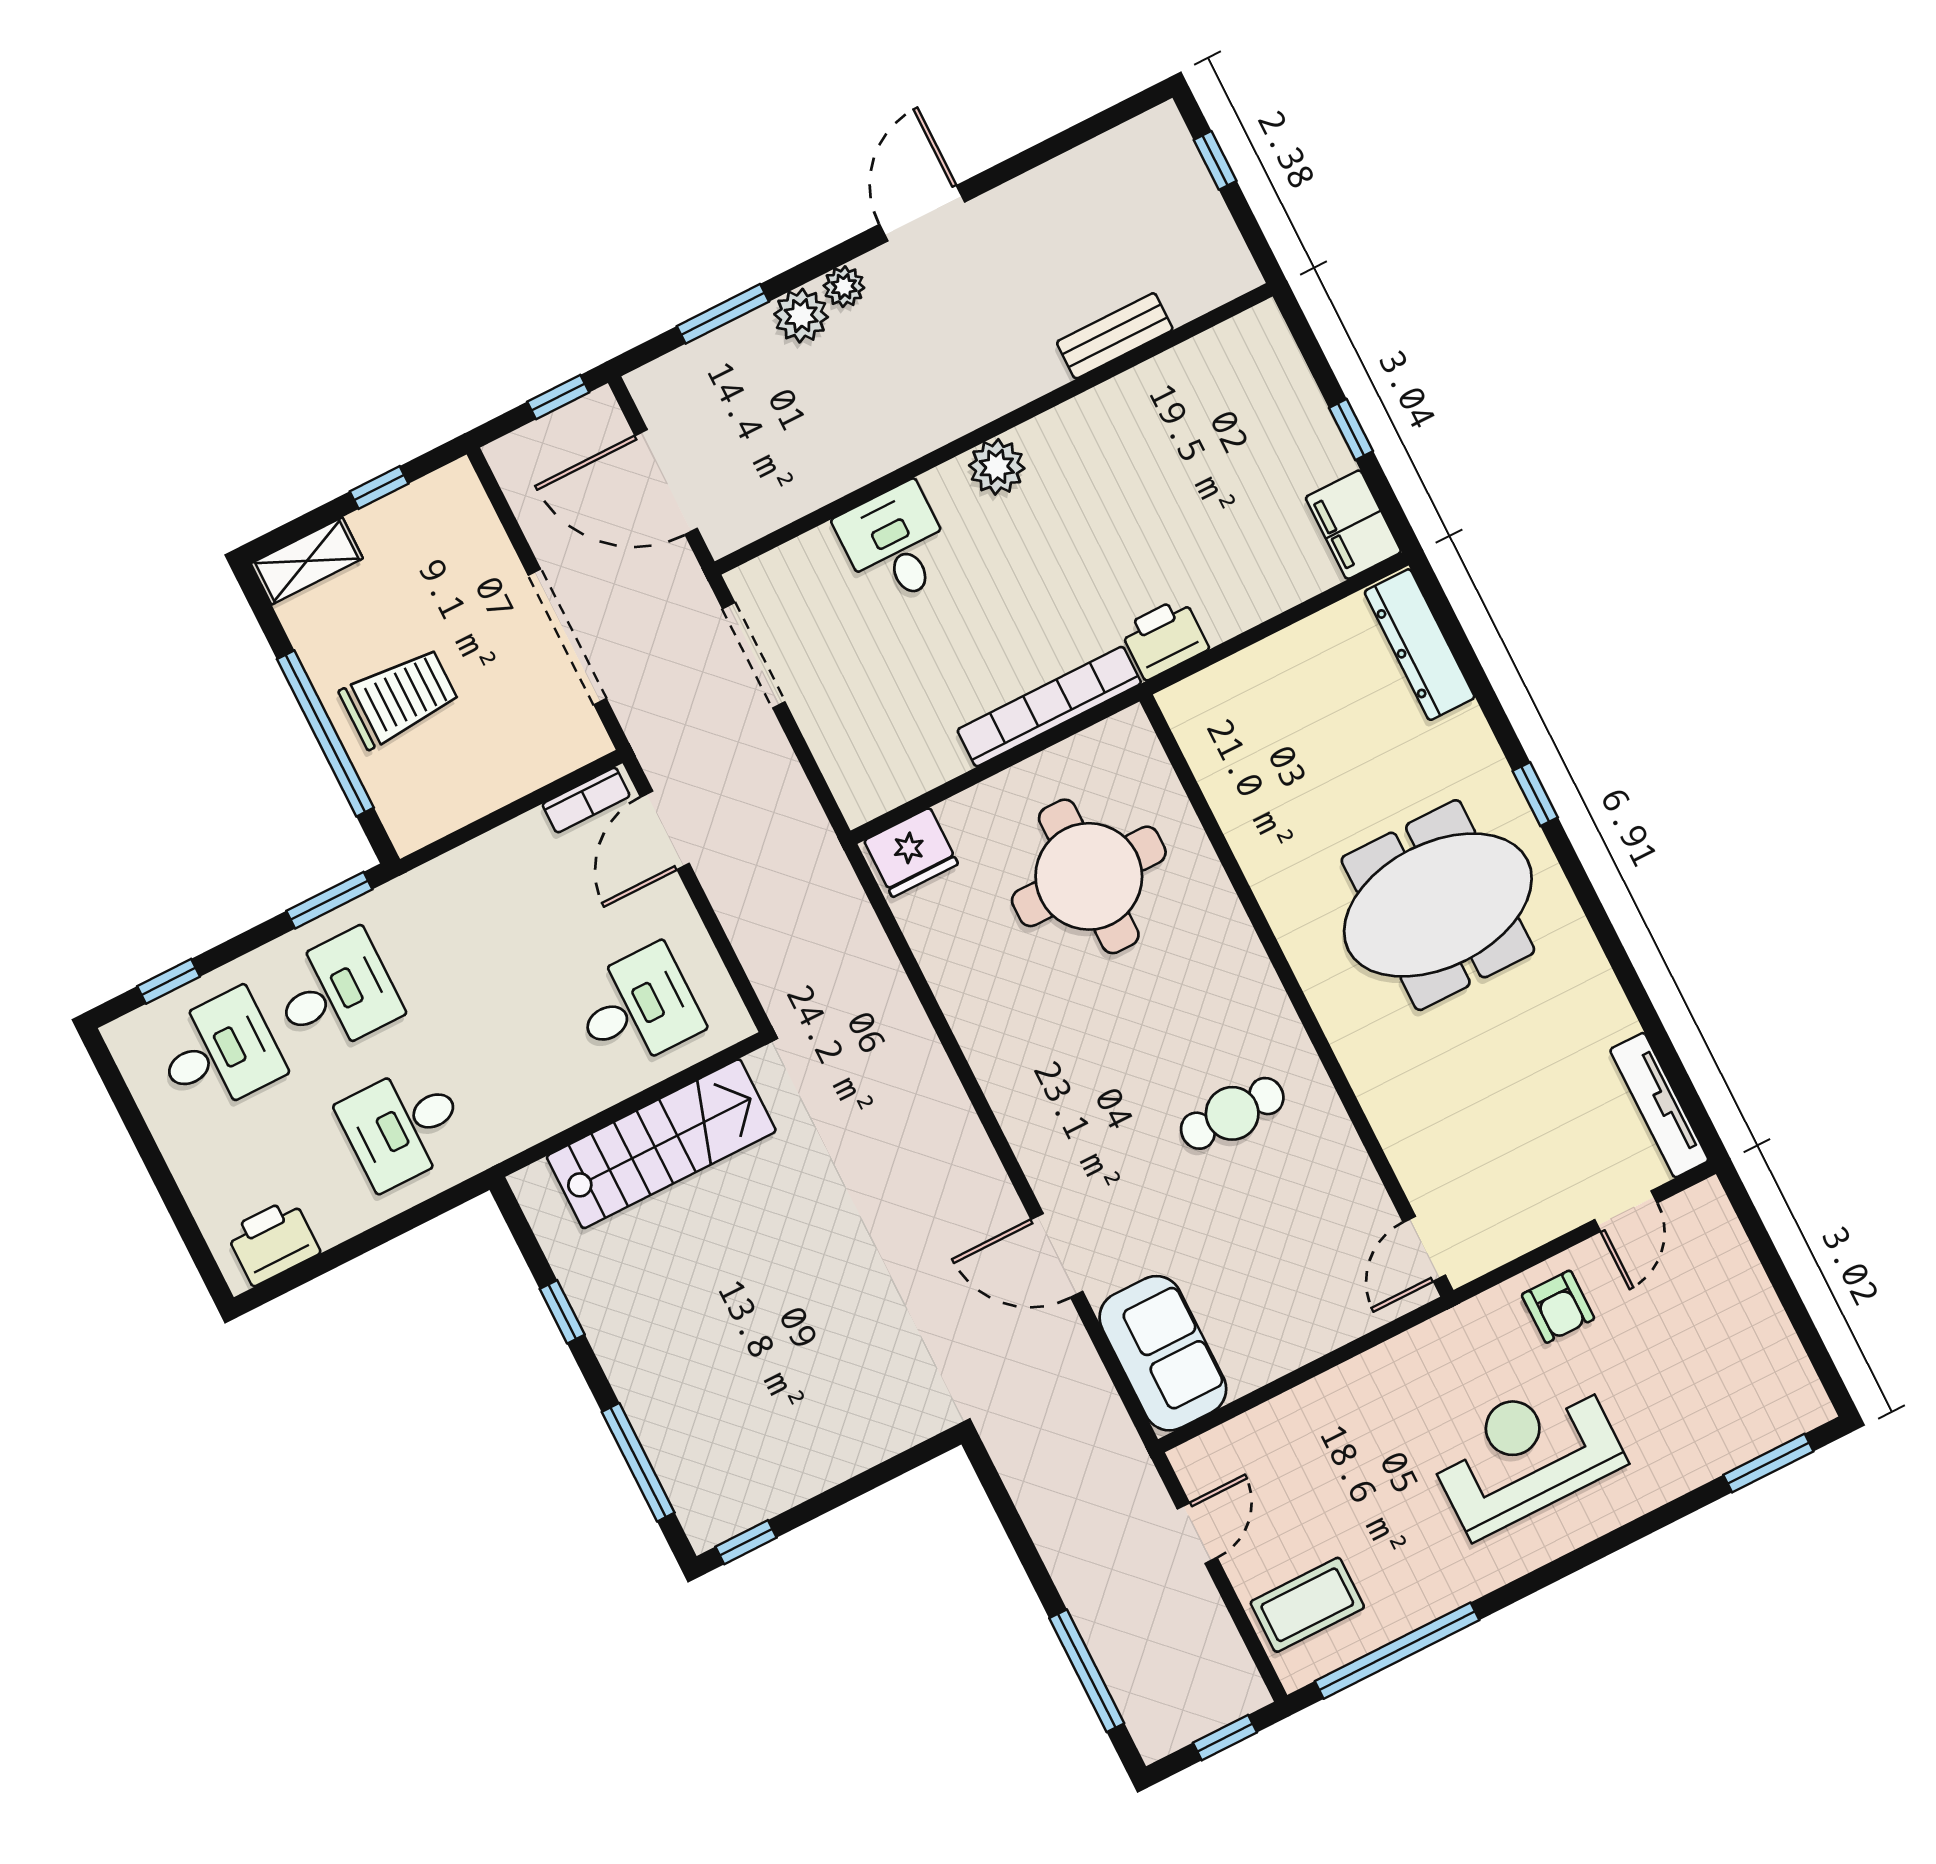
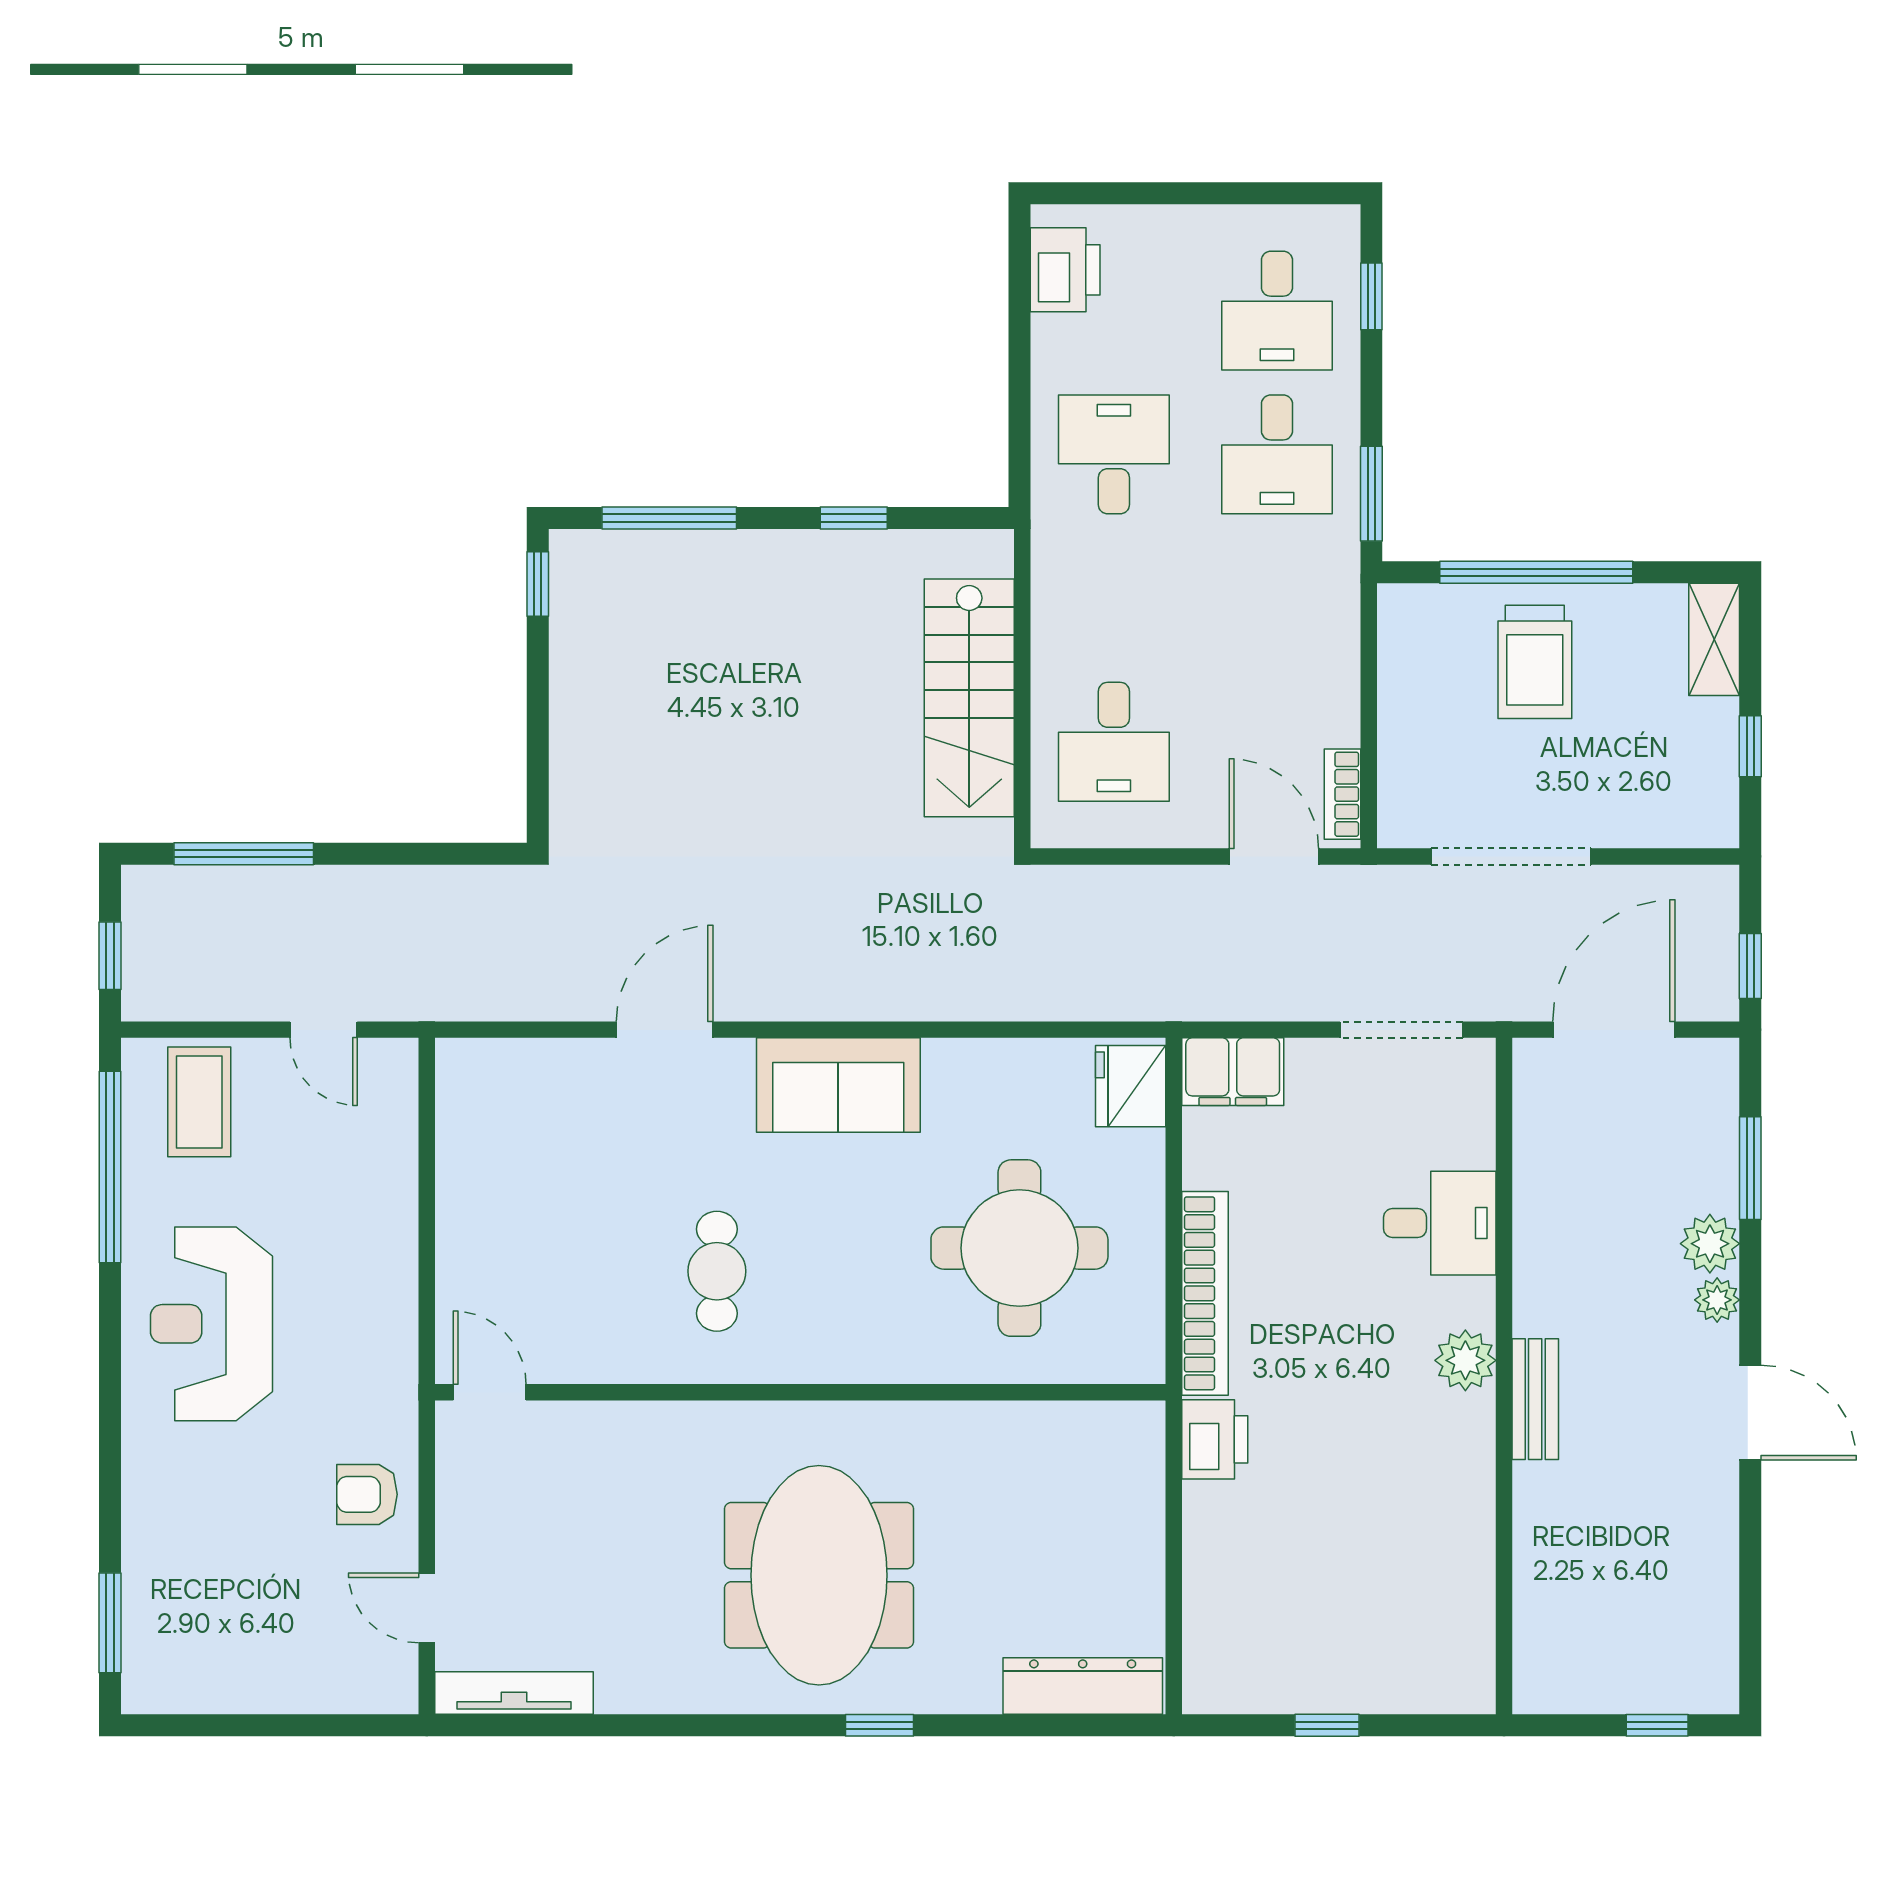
bench: (1115, 336) -> (1535, 1399), moved
filing cabinet: (1353, 525) -> (1233, 1072), moved, turned 180
sofa: (1163, 1353) -> (838, 1085), moved
reception desk: (1526, 1454) -> (211, 1324), moved, turned 180

